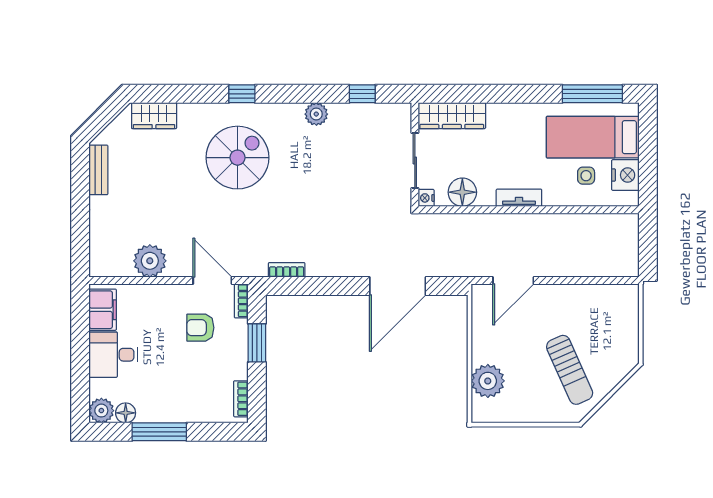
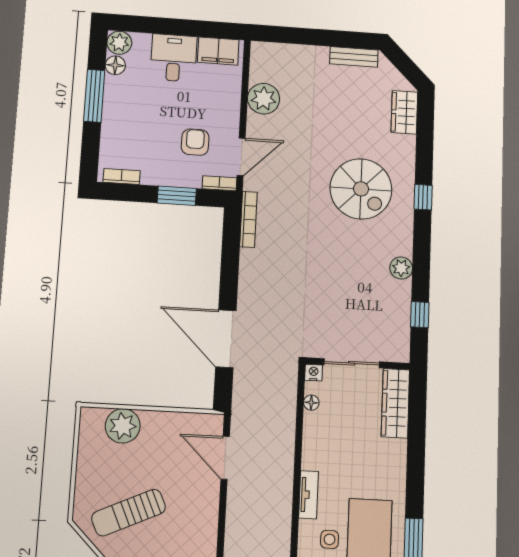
floor lamp: (462, 192) -> (311, 403), width x0.53, depth x0.53
tv unit: (519, 198) -> (309, 495), moved
bookcase: (287, 270) -> (248, 219), width x1.56

